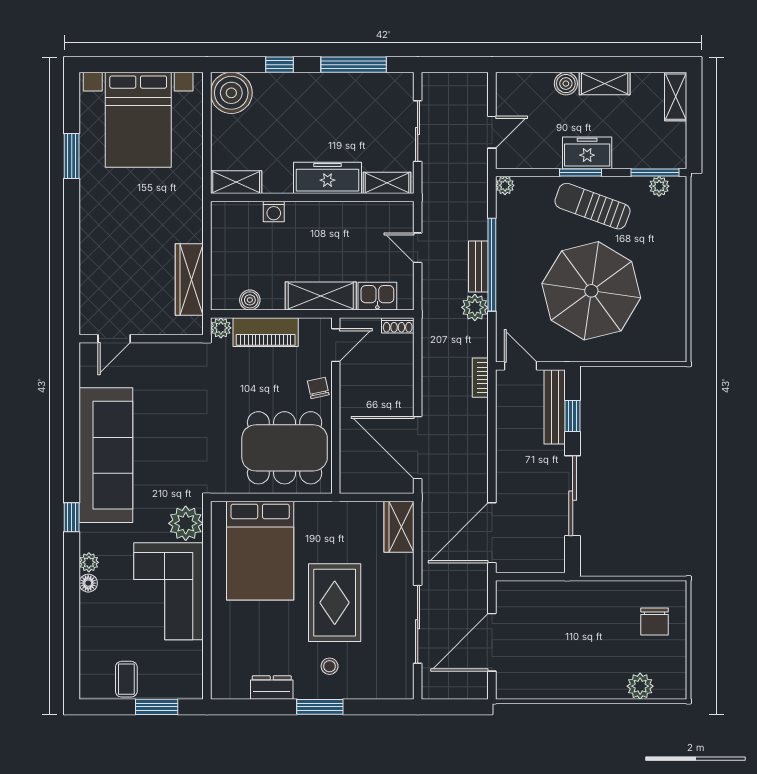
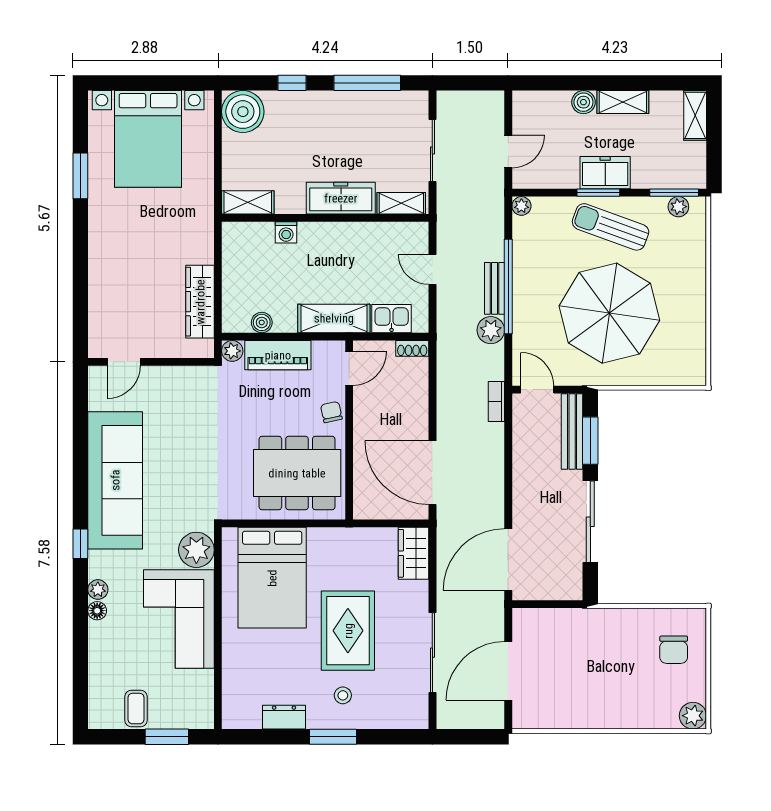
window: (573, 416) -> (590, 441), width x1.50
plant: (640, 686) -> (693, 716), moved

